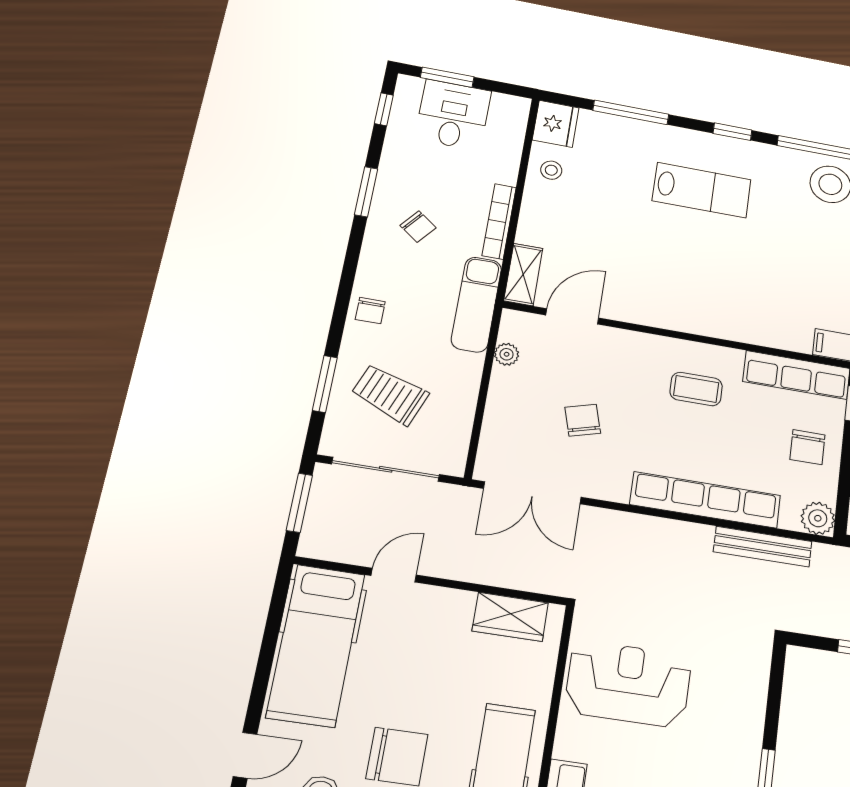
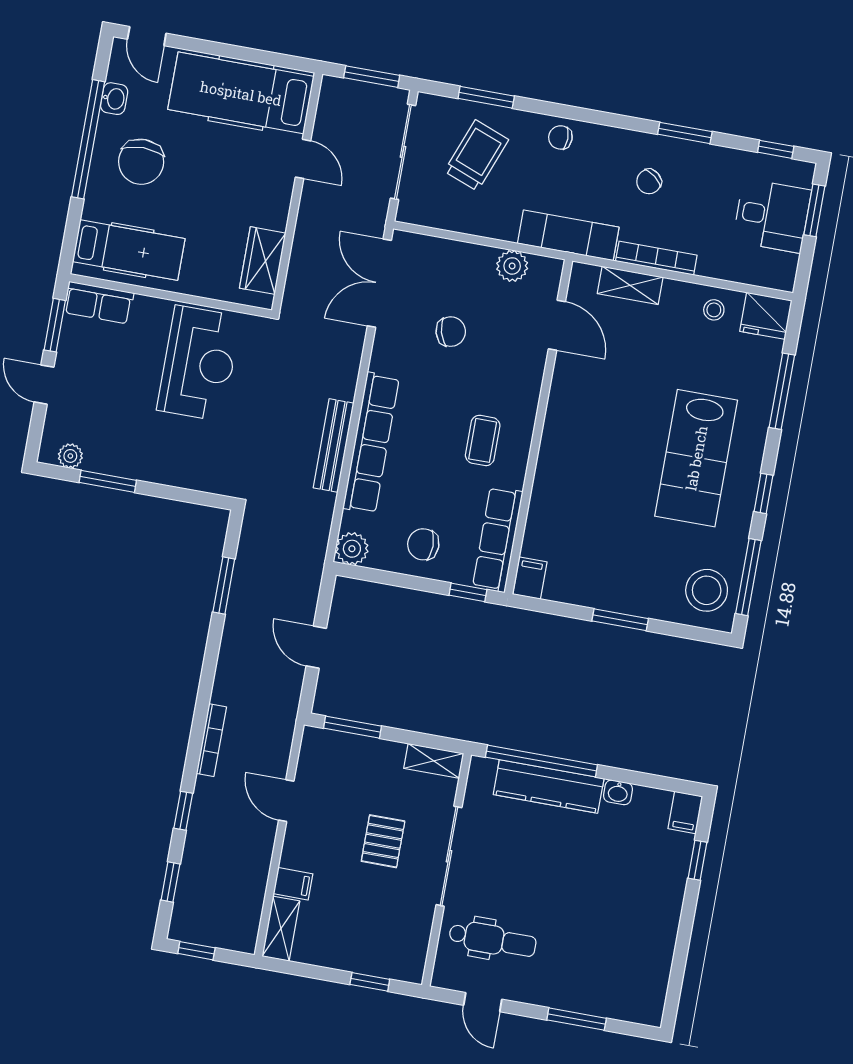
lab bench: (702, 190) -> (696, 458), width x1.36, depth x1.39
shelving: (523, 274) -> (630, 285), moved
plant: (507, 354) -> (512, 266), width x1.38, depth x1.38
bench: (763, 547) -> (334, 445), moved

